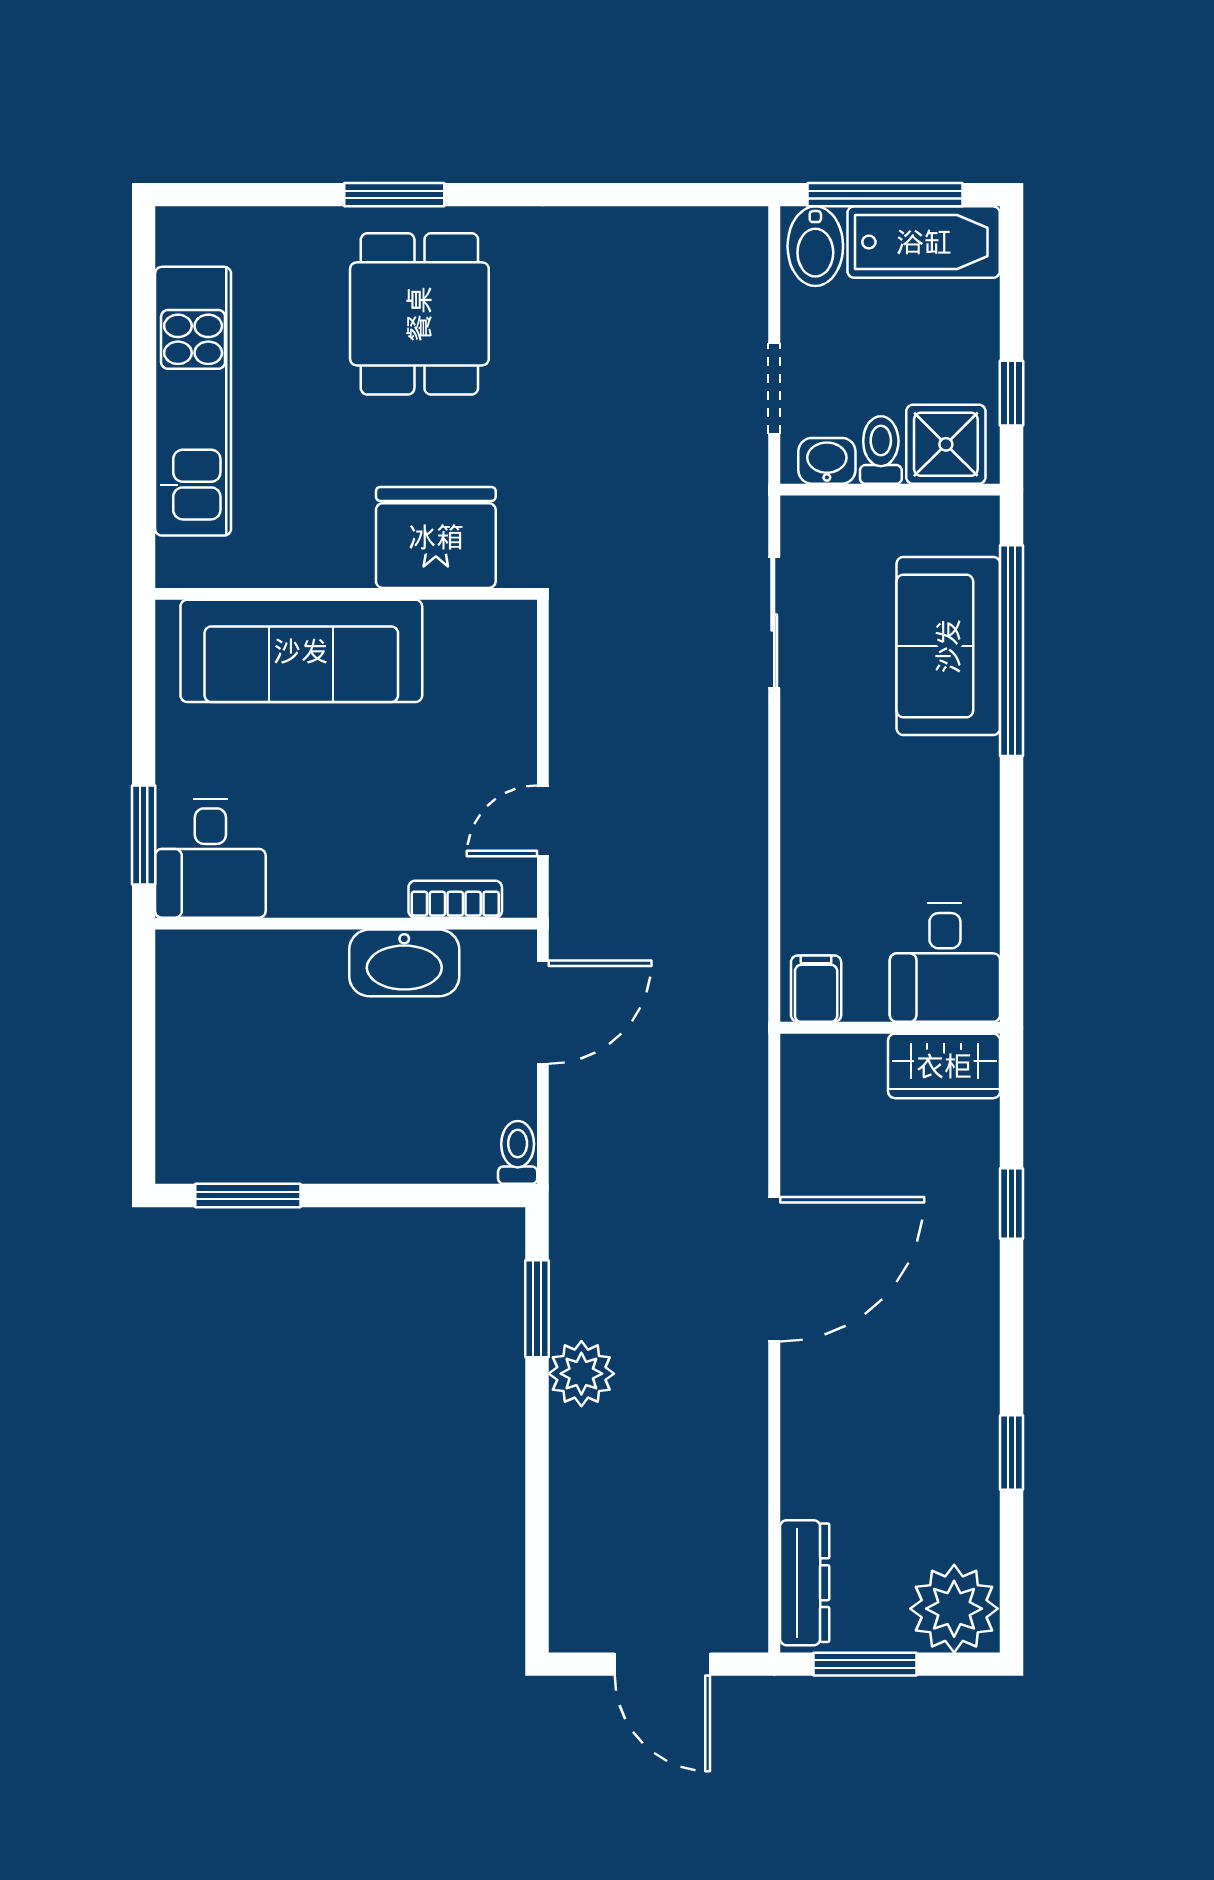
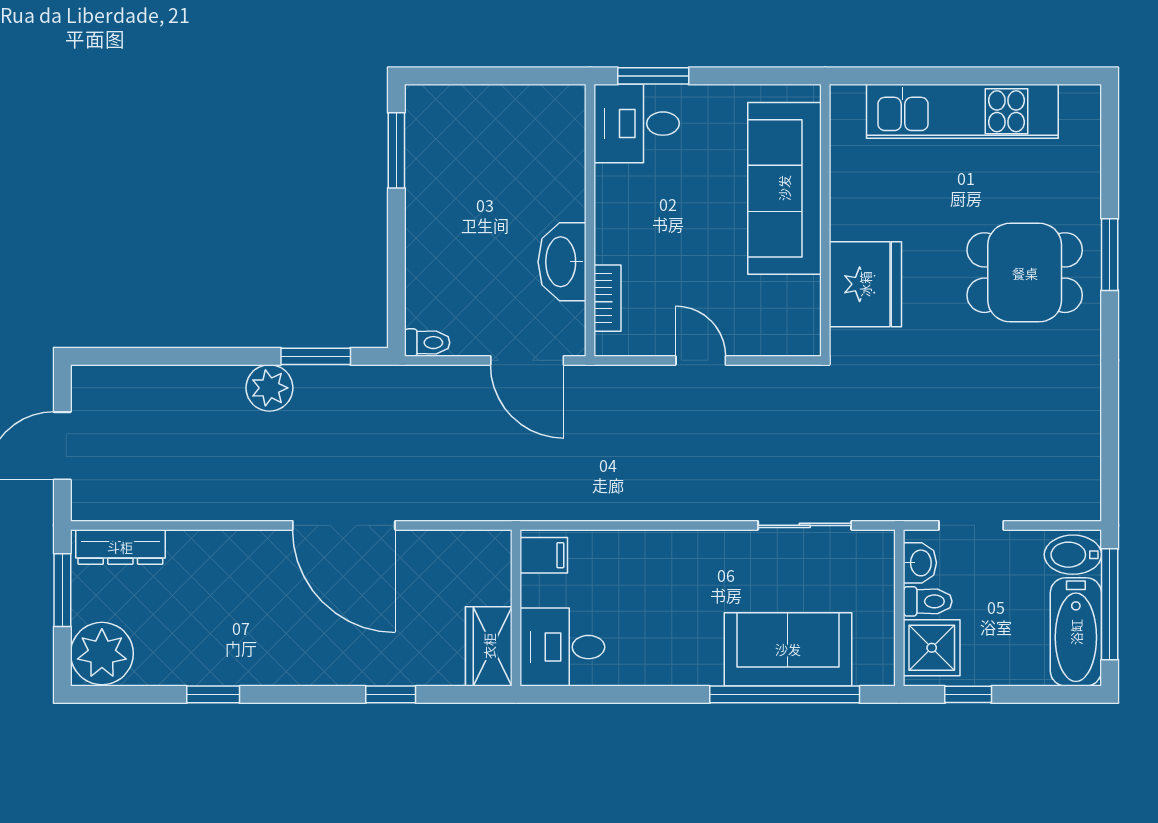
door: (543, 821) -> (701, 360), moved

